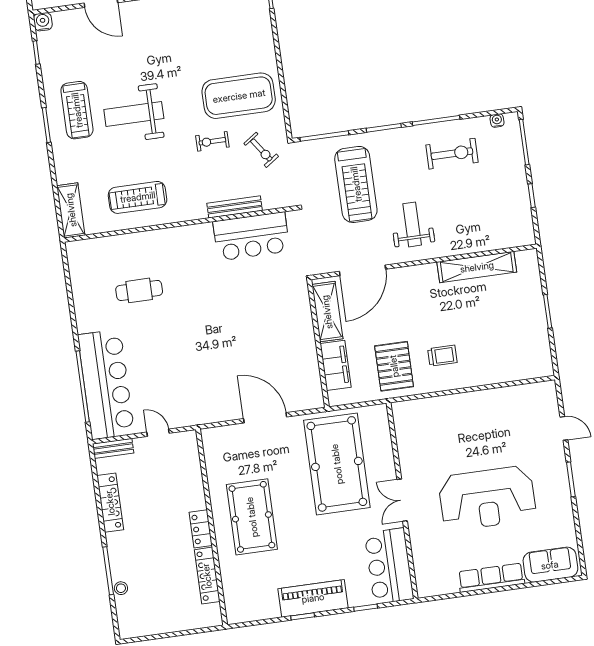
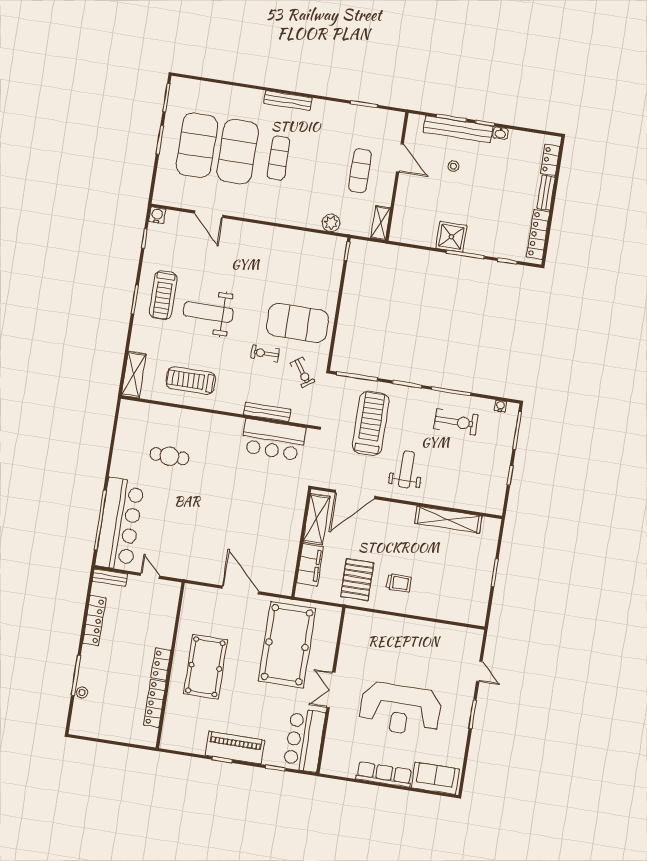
treadmill: (356, 184) -> (371, 423), turned 180

